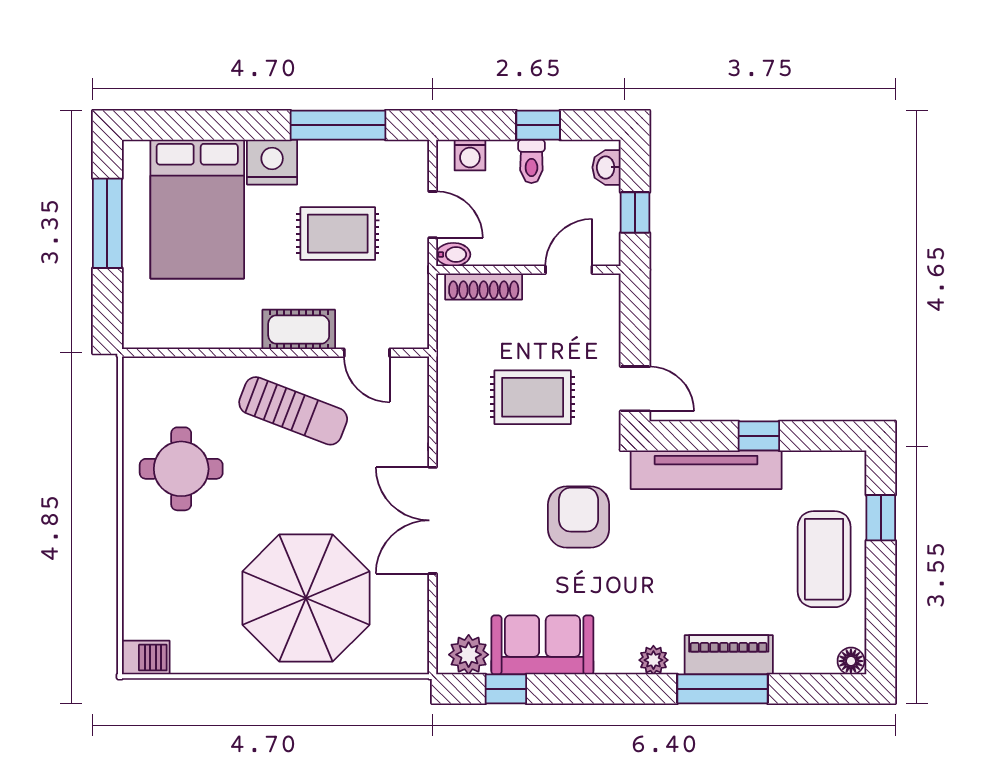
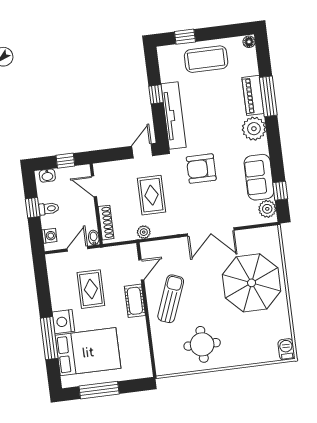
window: (338, 125) -> (49, 338), moved
plant: (451, 369) -> (144, 232), added
plant: (653, 660) -> (254, 129), width x1.88, depth x1.88

